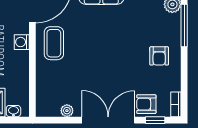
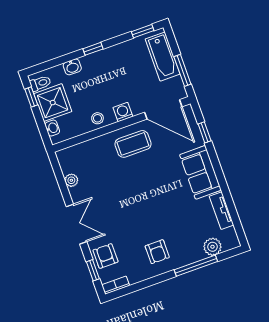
armchair: (159, 56) -> (157, 252), turned -90
stool: (19, 67) -> (97, 118), added
double door: (108, 120) -> (77, 224), width x0.73

